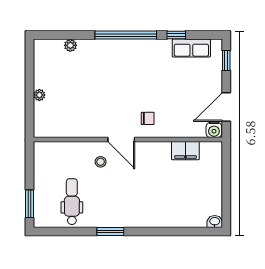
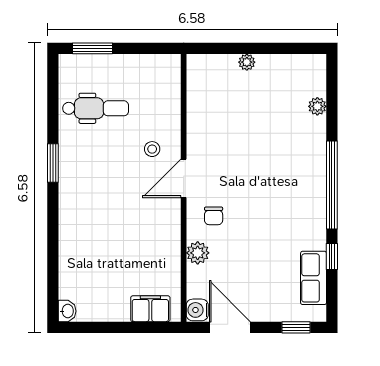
plant: (174, 130) -> (198, 253), added
filing cabinet: (185, 151) -> (150, 309), moved, turned 90

